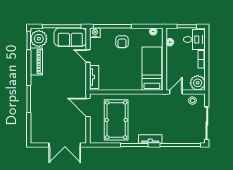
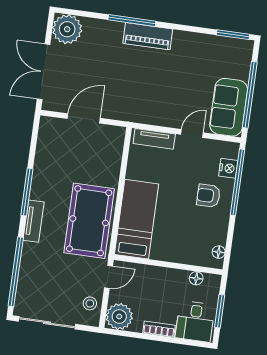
nightstand: (95, 33) -> (228, 168), moved
plant: (39, 39) -> (67, 29), moved
piano: (36, 62) -> (148, 36), moved
bed: (152, 69) -> (137, 219), moved, turned -90
door: (176, 92) -> (109, 277), hinge flipped
door: (88, 107) -> (84, 118), moved
pool table: (116, 120) -> (89, 221), moved, turned 90

